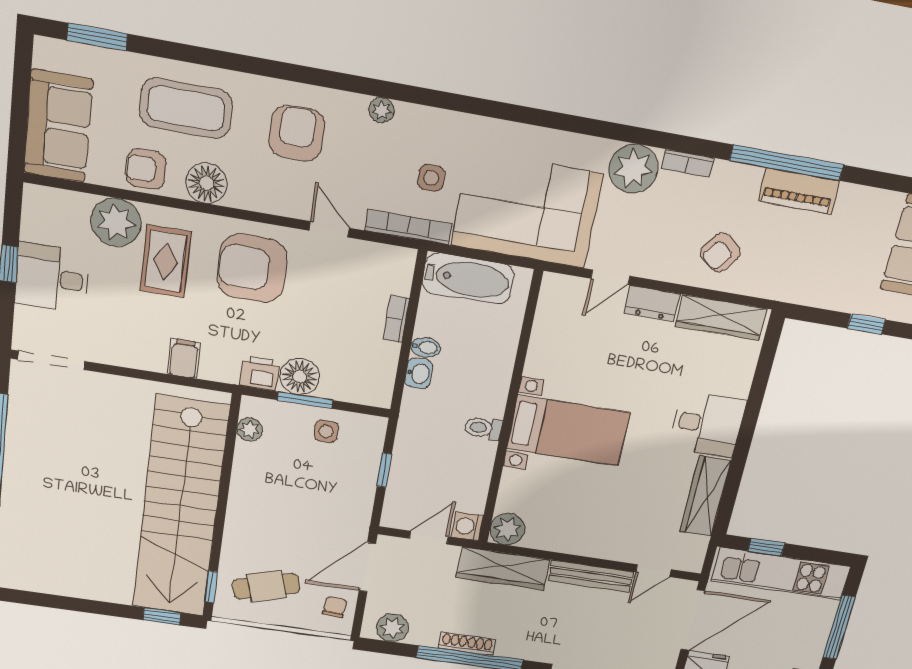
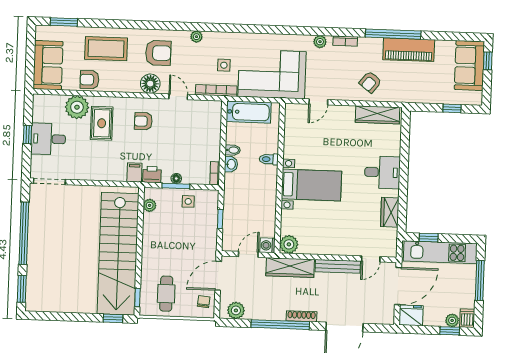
armchair: (297, 133) -> (158, 53), turned 90
plant: (633, 169) -> (320, 42), width x0.53, depth x0.53
floor lamp: (207, 183) -> (150, 84), moved
piano: (798, 191) -> (409, 50), width x1.37, depth x1.33
armchair: (252, 268) -> (143, 121), width x0.53, depth x0.53
dresser: (652, 304) -> (342, 112), removed
bookcase: (396, 319) -> (215, 173), moved
filing cabinet: (184, 358) -> (134, 172), moved
floor lamp: (300, 377) -> (176, 178), width x0.53, depth x0.53
toilet: (483, 428) -> (269, 159), moved
wardrobe: (705, 496) -> (390, 212), width x0.67
cafe table: (266, 586) -> (166, 294), turned -74
shoe rack: (467, 644) -> (302, 316), moved

